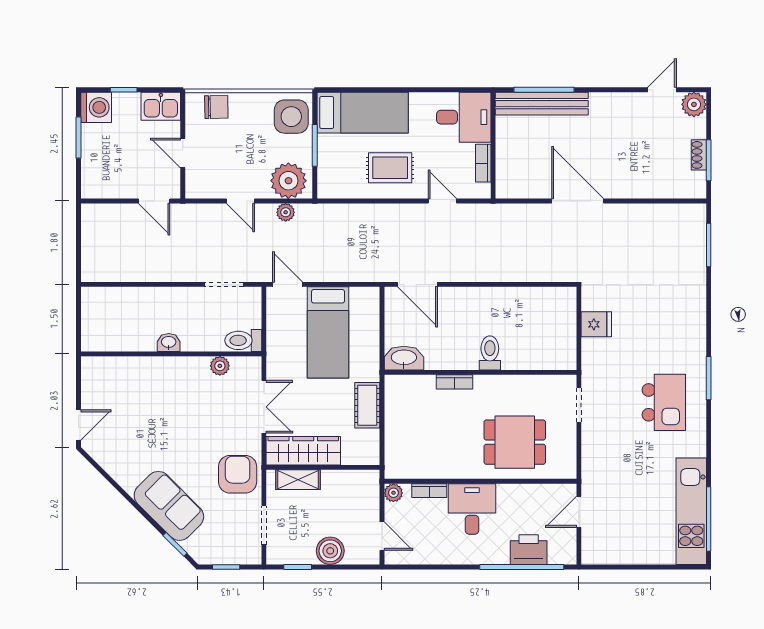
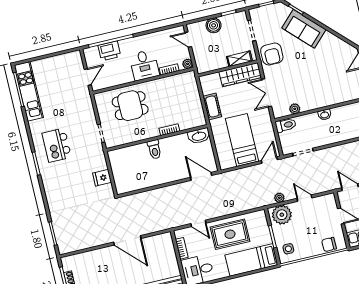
side table: (291, 117) -> (288, 249), width x0.54, depth x0.54
rug: (390, 168) -> (230, 234), width x1.36, depth x1.43
door: (287, 284) -> (269, 160), swing flipped

